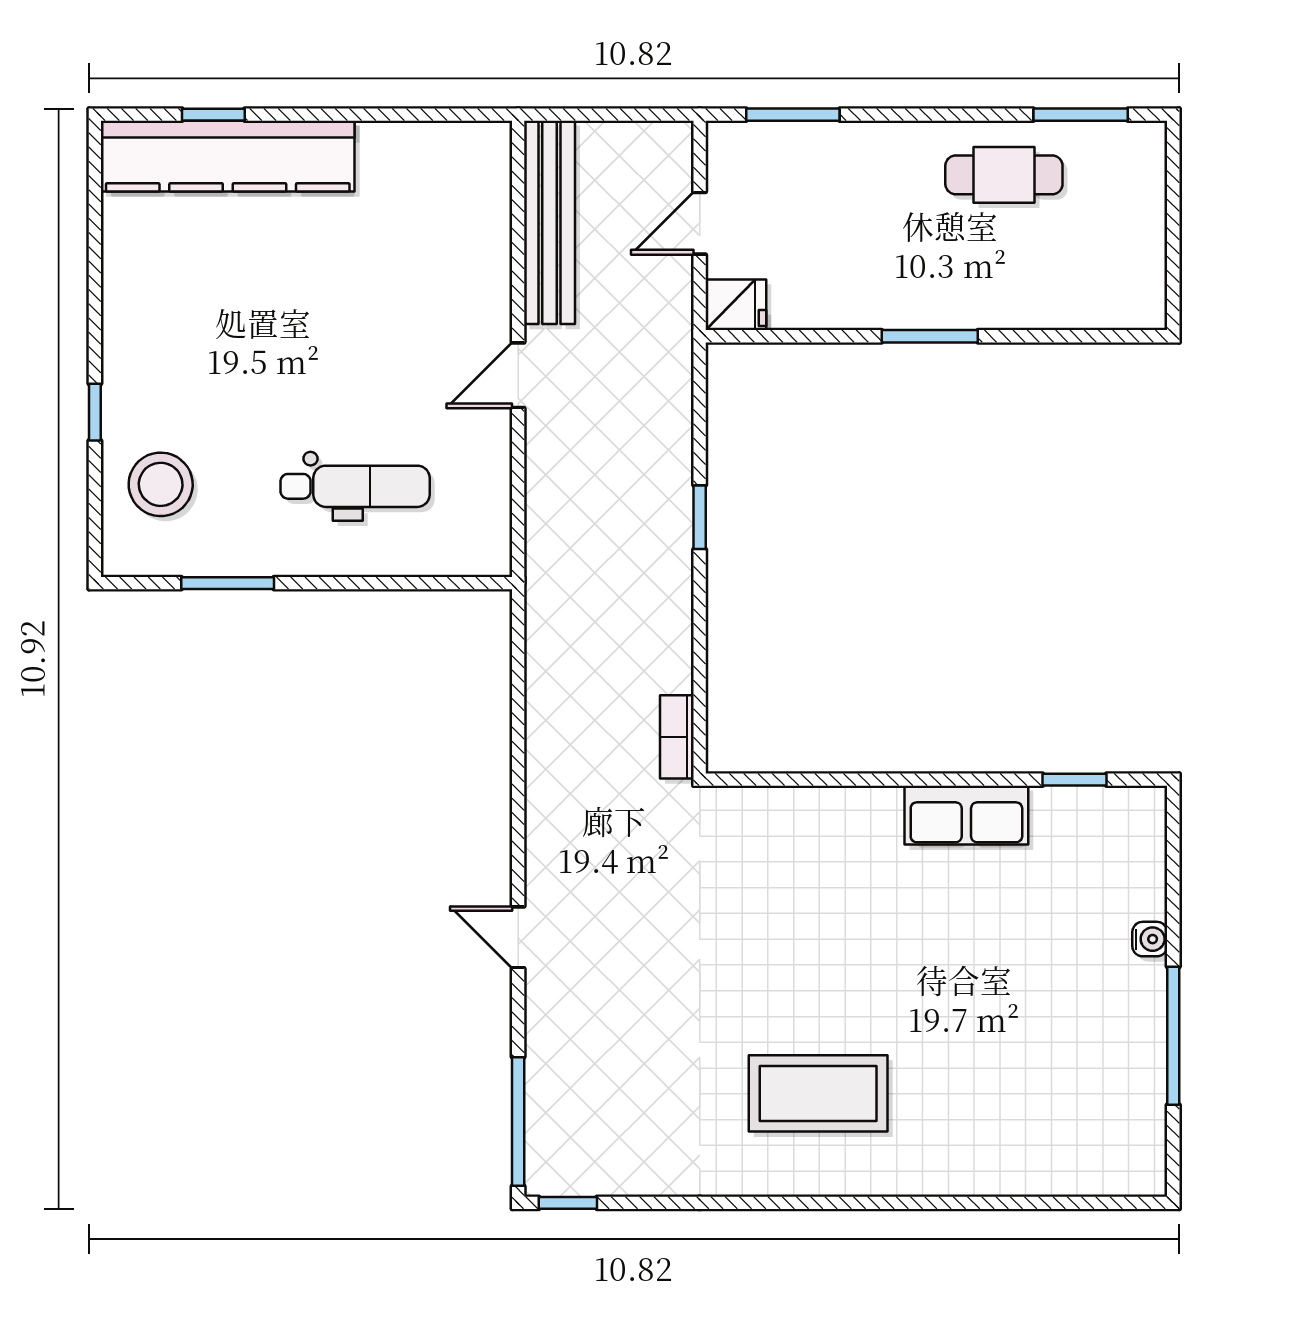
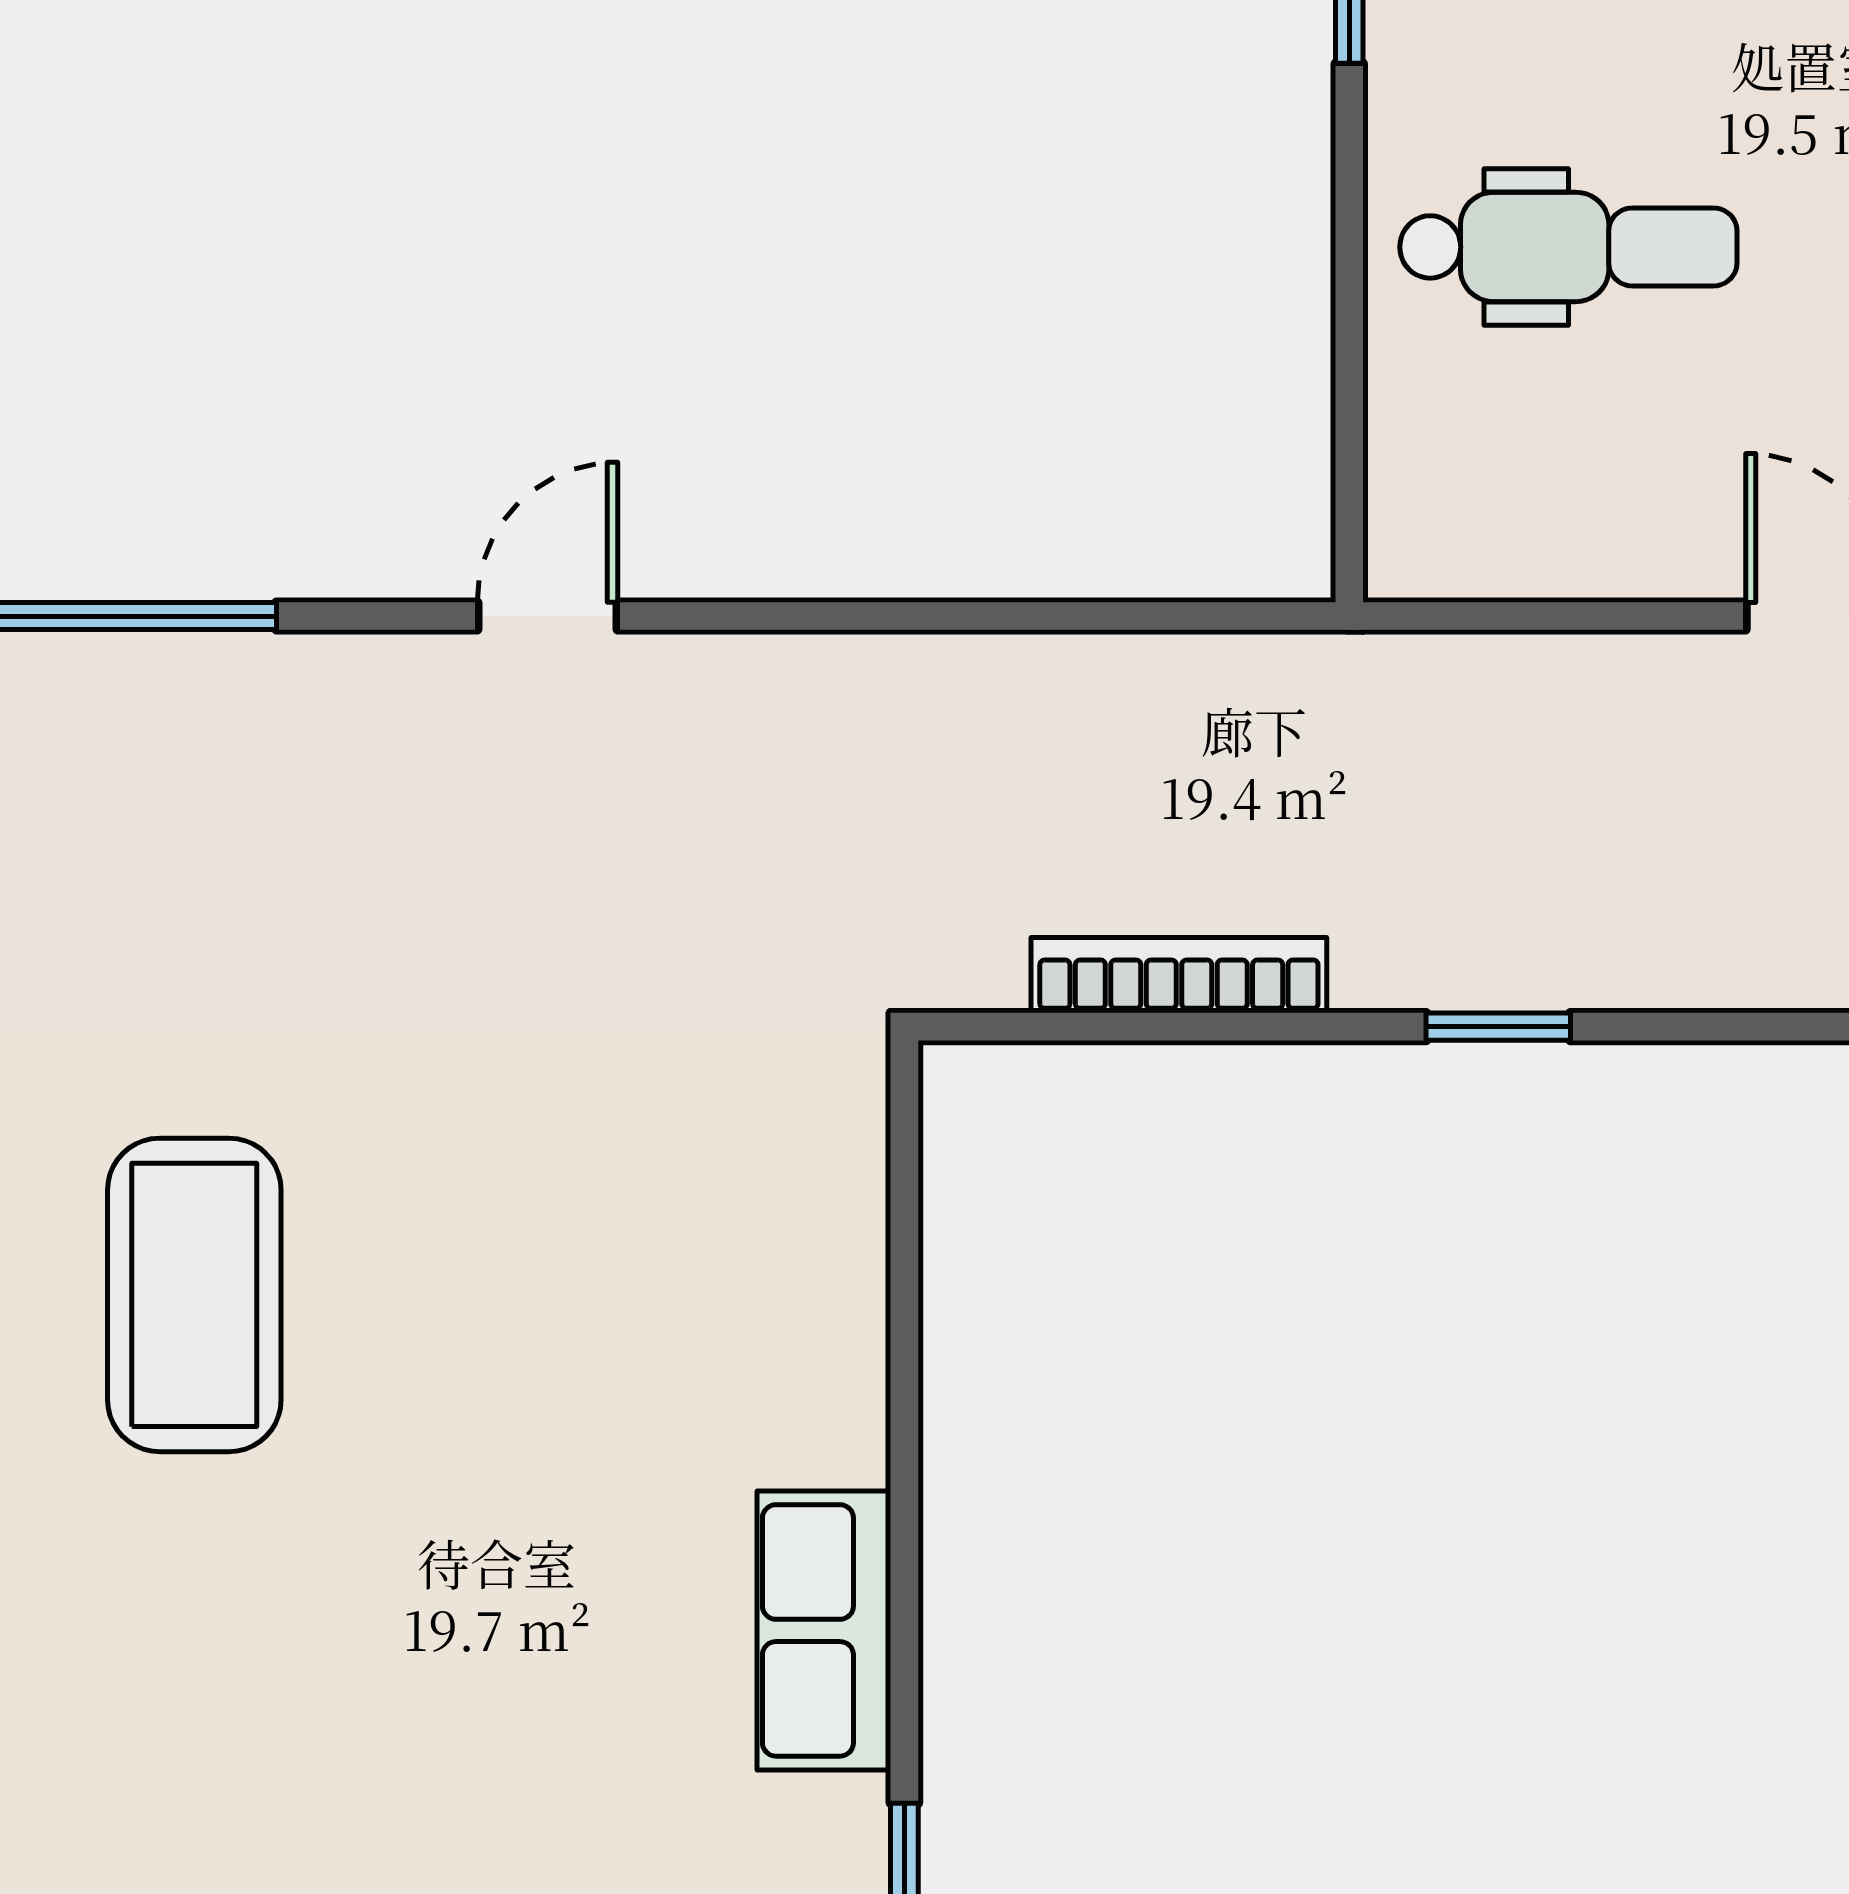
dental chair: (355, 486) -> (1568, 247), turned -90
bookcase: (677, 737) -> (1179, 975), moved, width x1.56

